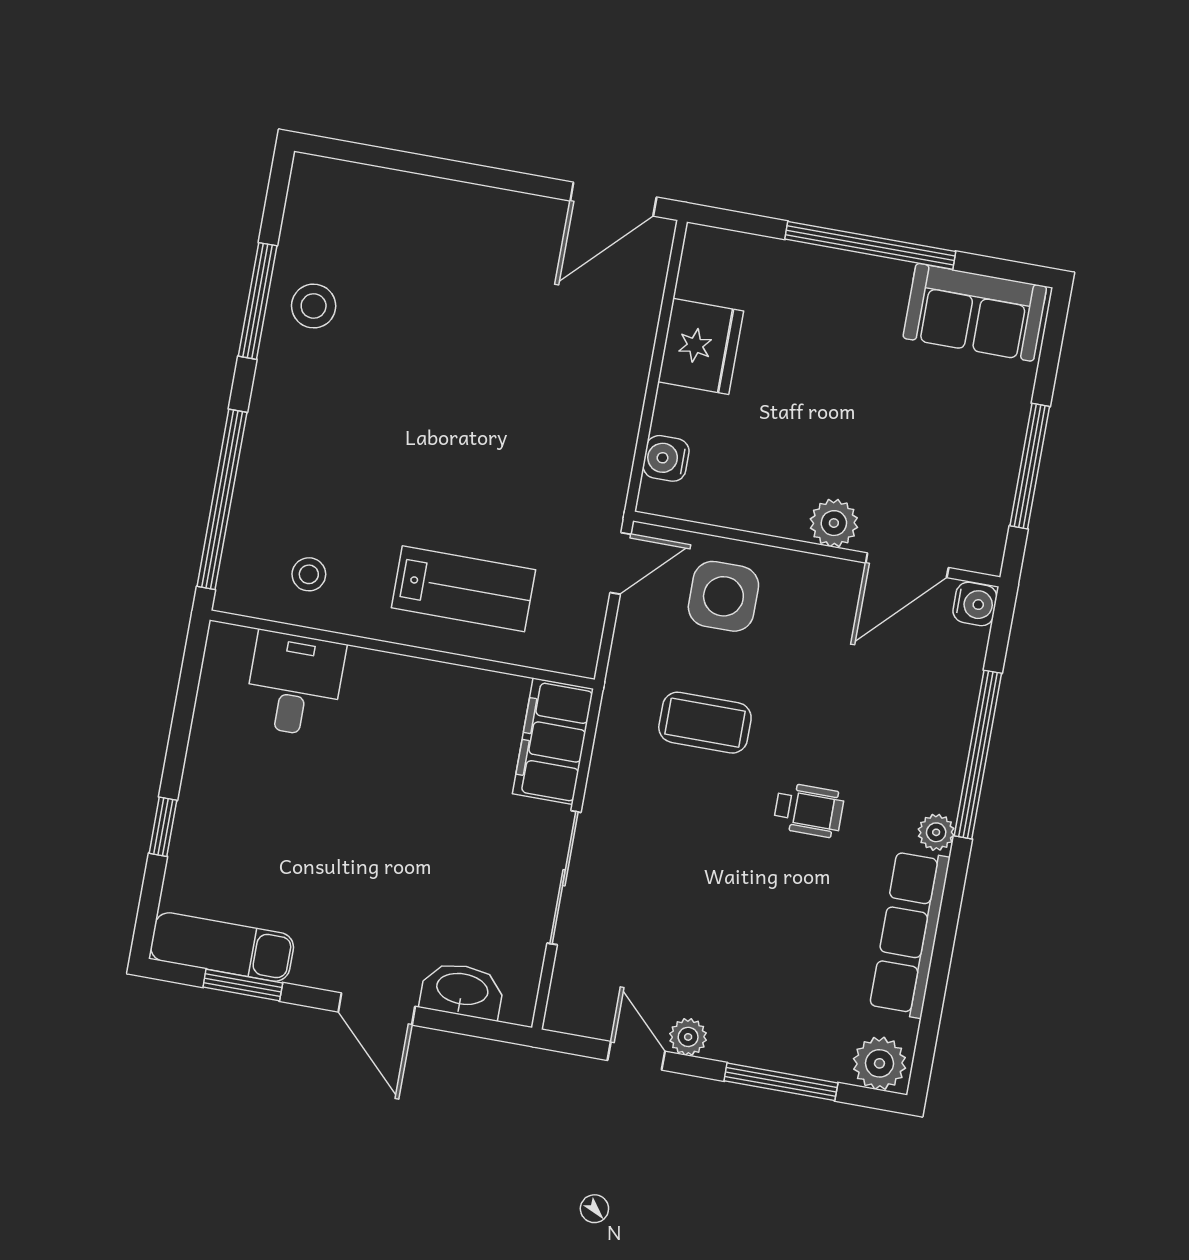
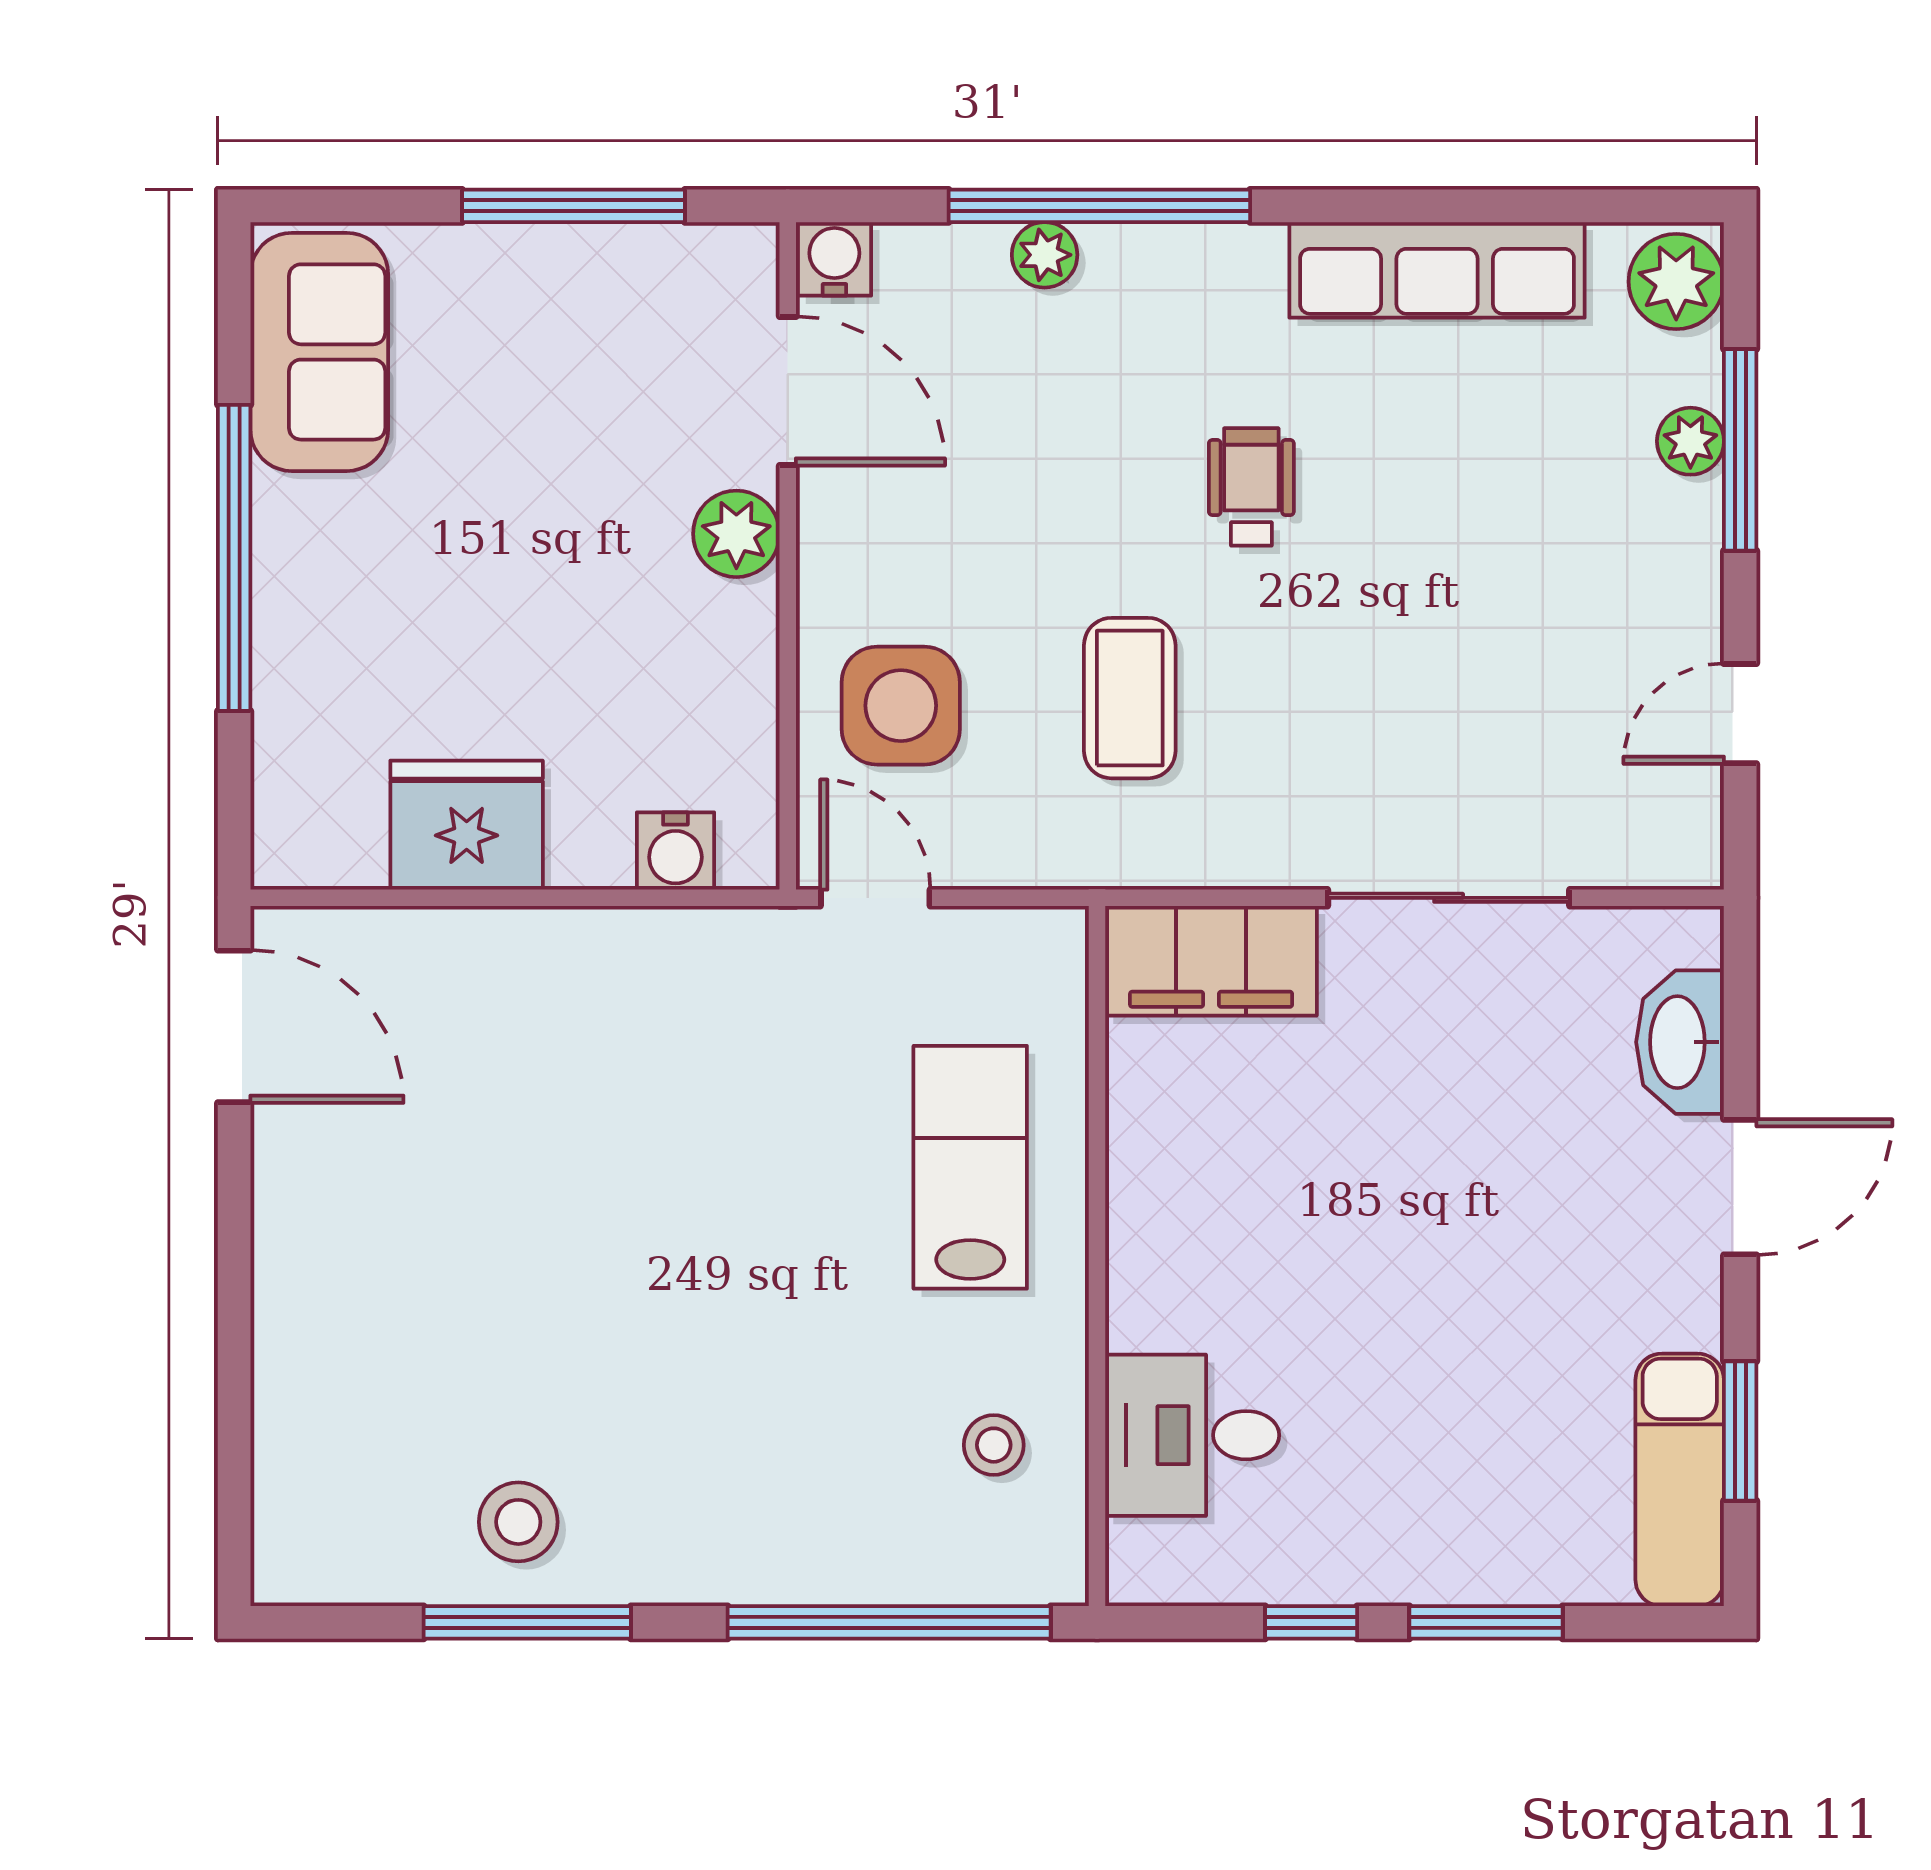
window: (180, 731) -> (1311, 1622), added
window: (163, 827) -> (1486, 1622), width x1.50
plant: (936, 832) -> (1045, 255), moved
plant: (688, 1037) -> (1690, 441), moved

